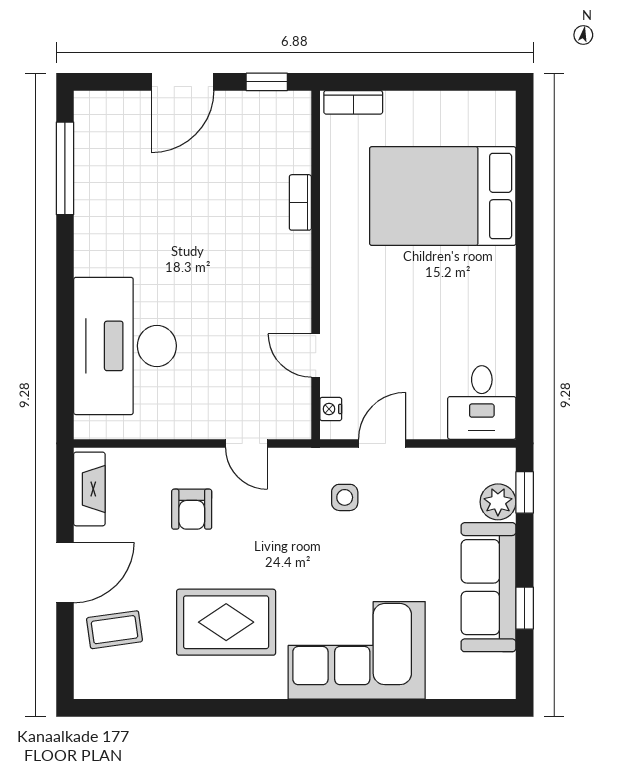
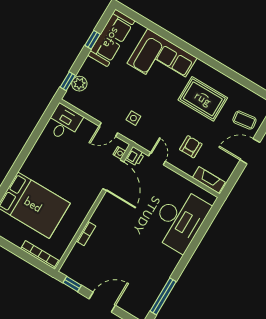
bookcase: (353, 102) -> (40, 255), width x1.56
door: (316, 356) -> (113, 175), width x1.87
printer: (295, 421) -> (135, 156), added
fireplace: (89, 489) -> (209, 180), moved, turned 90
sofa: (489, 587) -> (111, 38), moved

